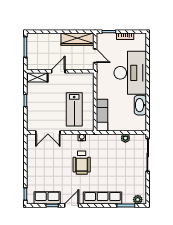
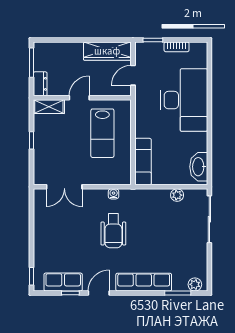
door: (95, 56) -> (133, 75), swing flipped
dresser: (31, 62) -> (40, 84), added
washbasin: (140, 105) -> (199, 167), moved
lab bench: (74, 109) -> (102, 133), moved

